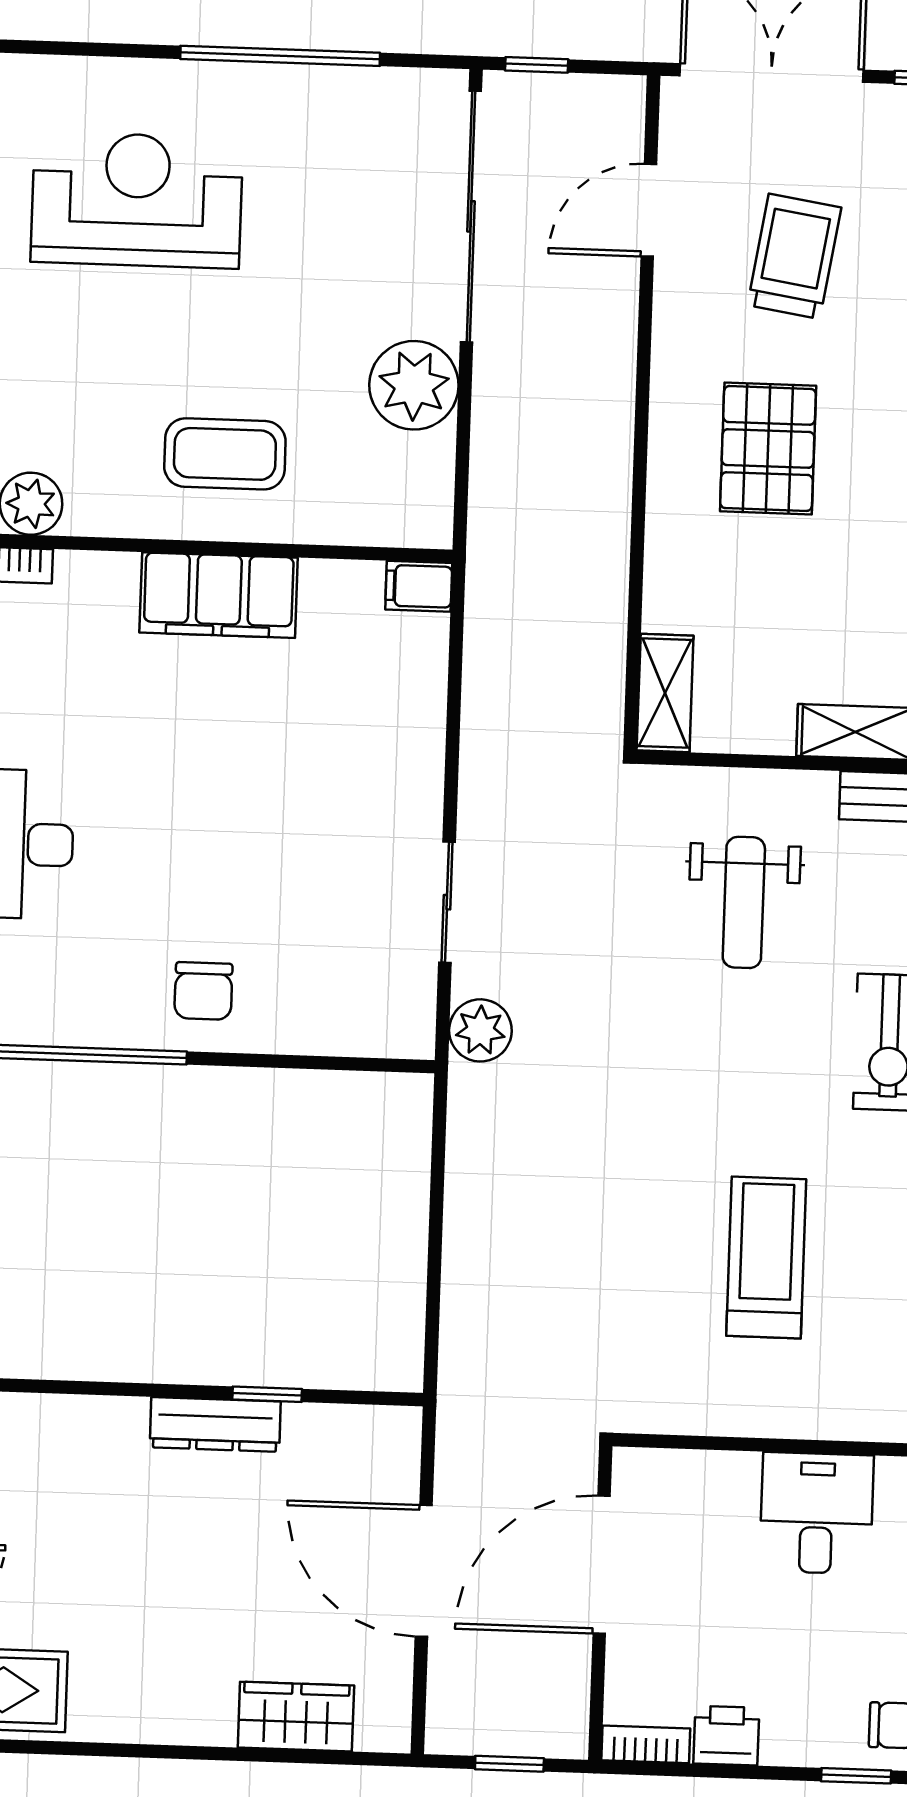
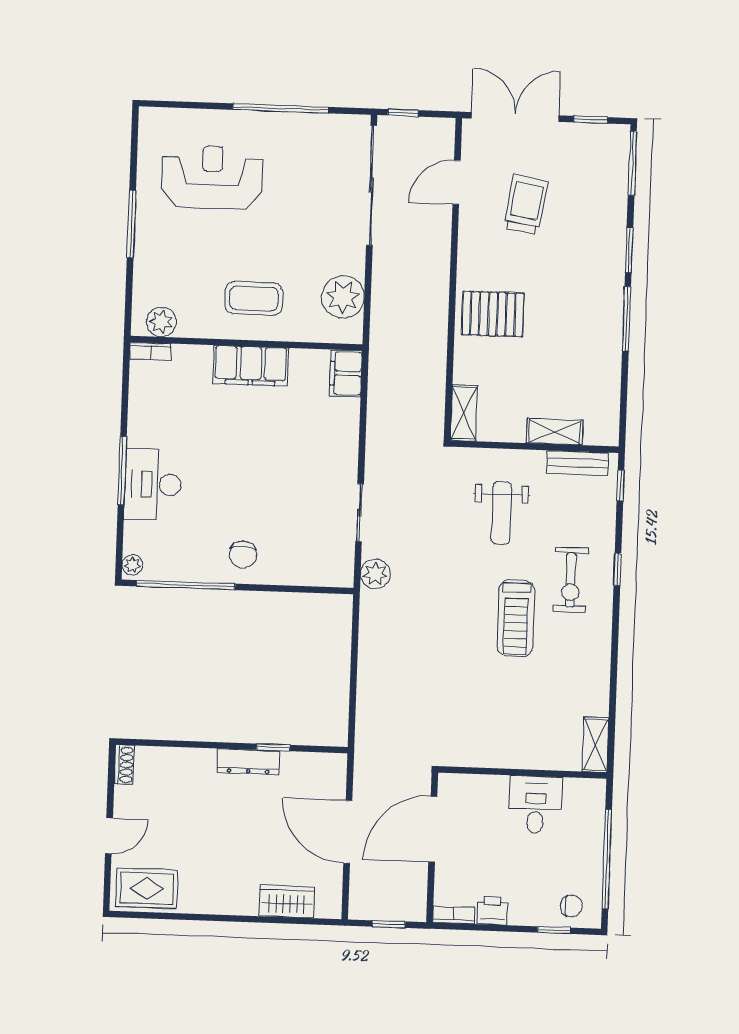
plant: (414, 385) -> (343, 297), moved
pallet: (768, 448) -> (493, 314), moved, turned 90
filing cabinet: (419, 586) -> (346, 373), width x2.00
treadmill: (766, 1257) -> (516, 618), moved, turned 180

